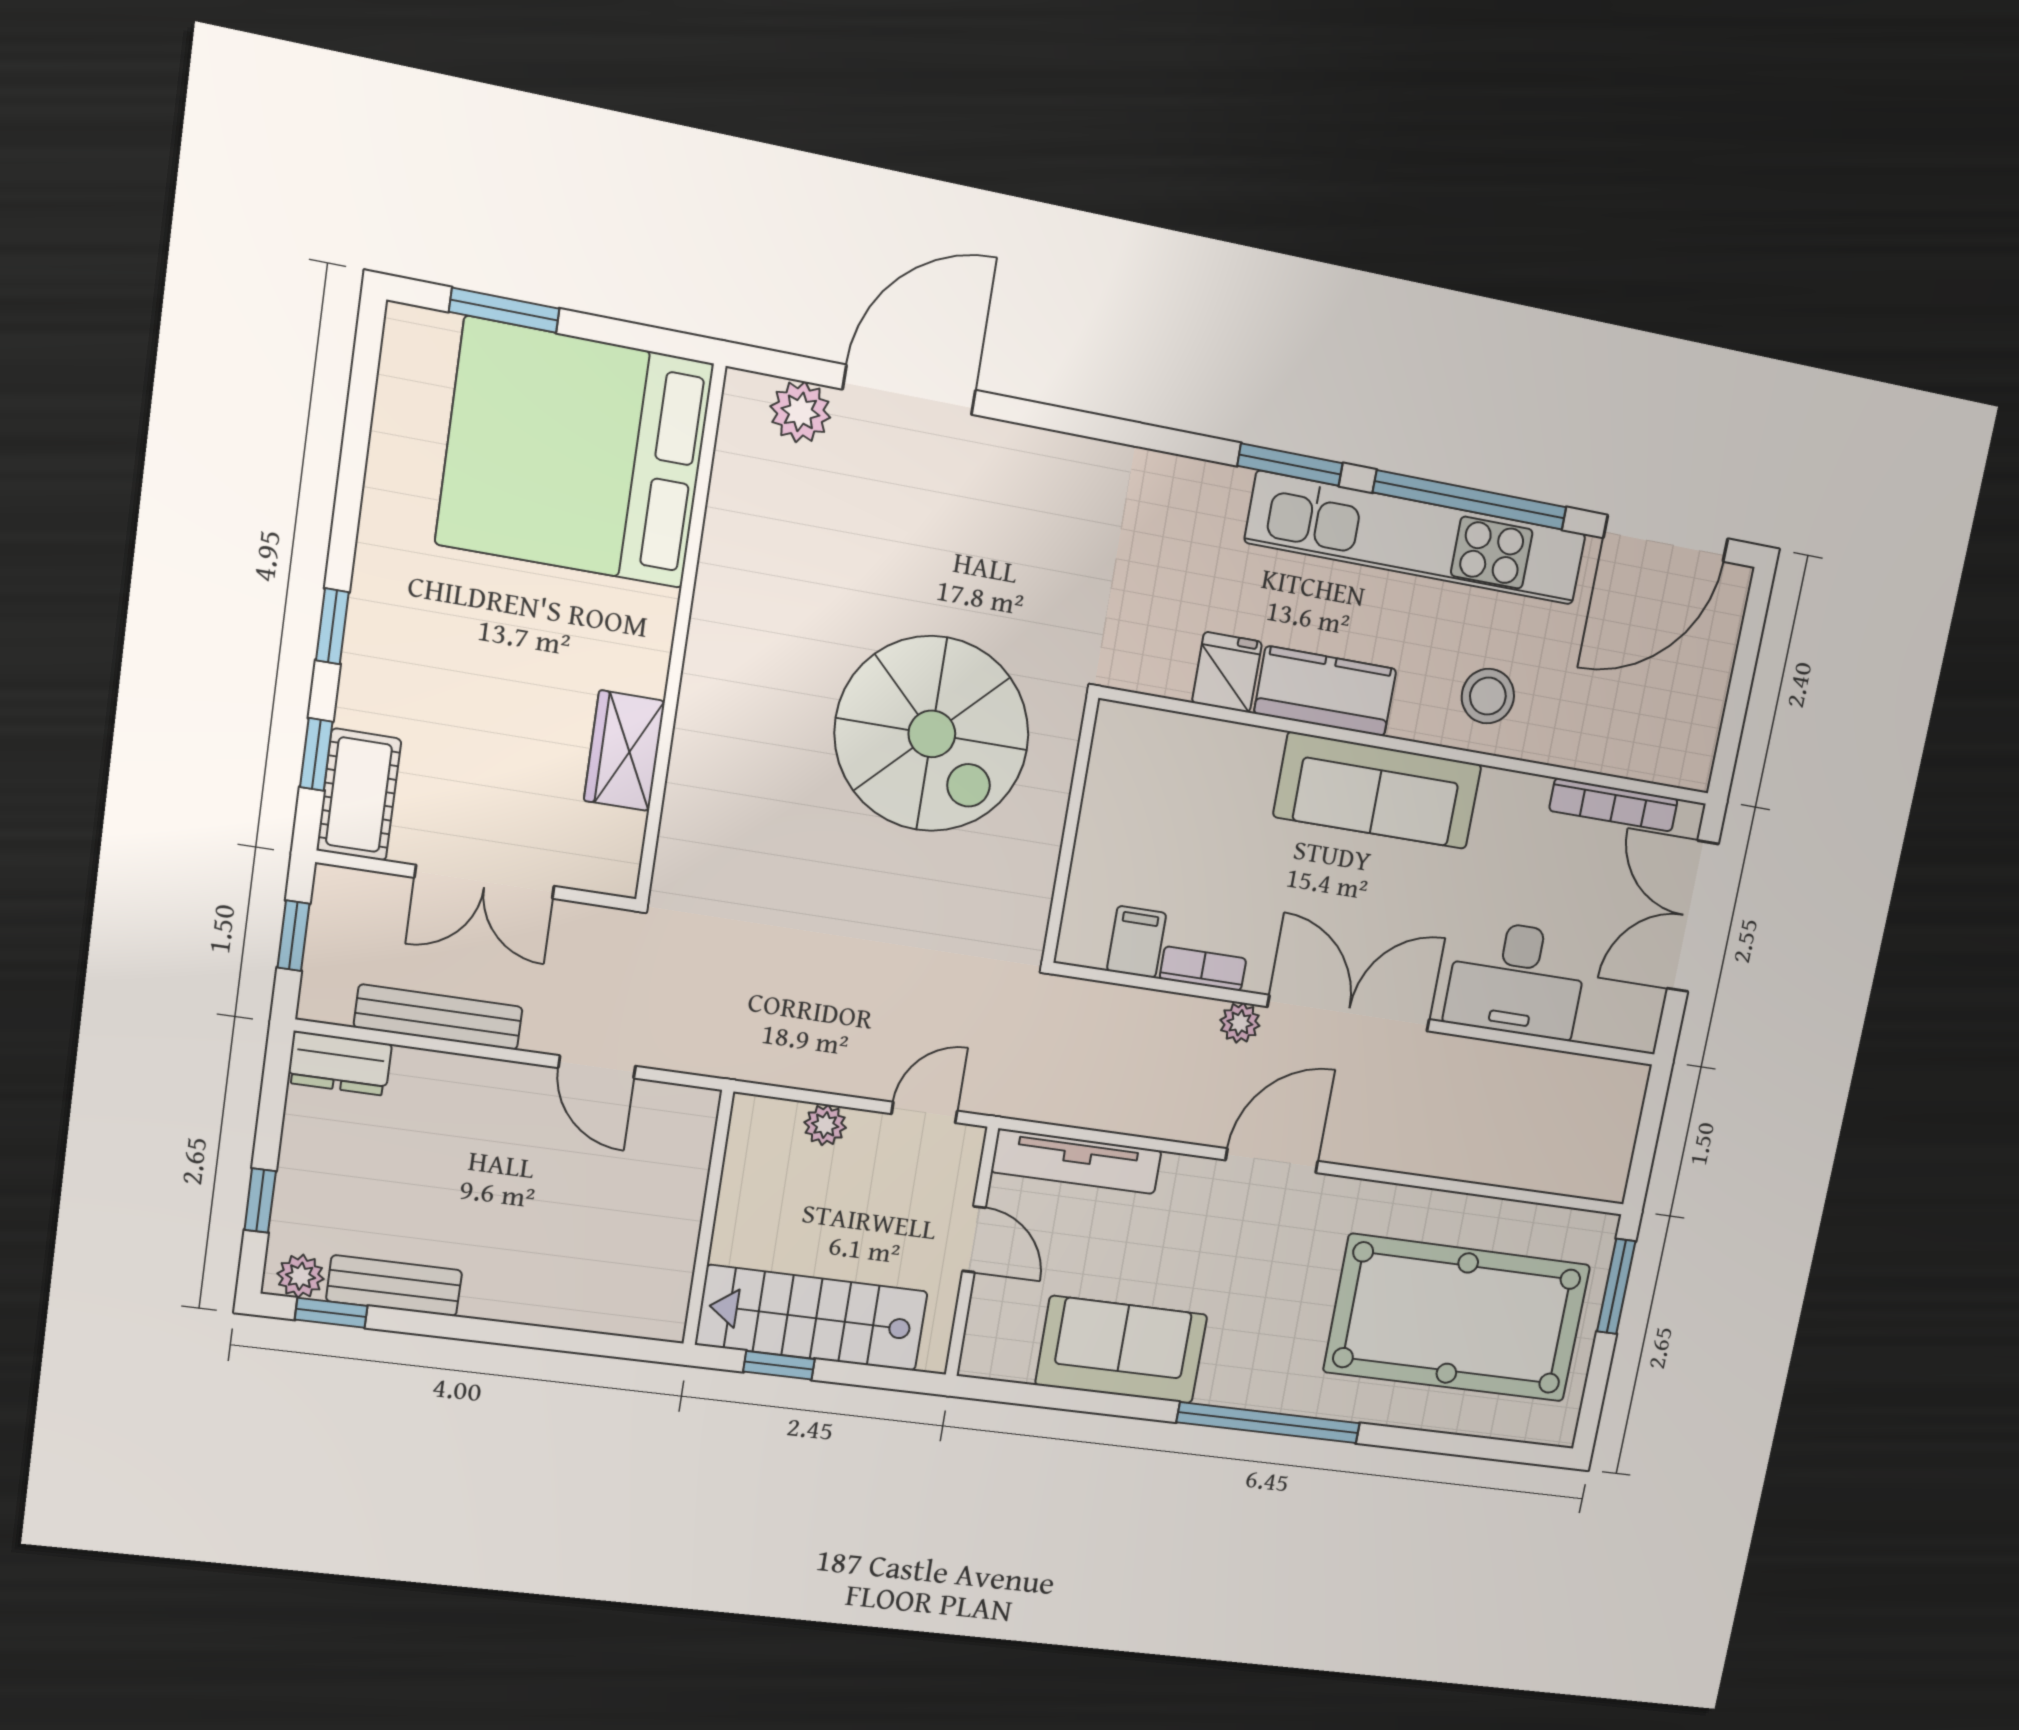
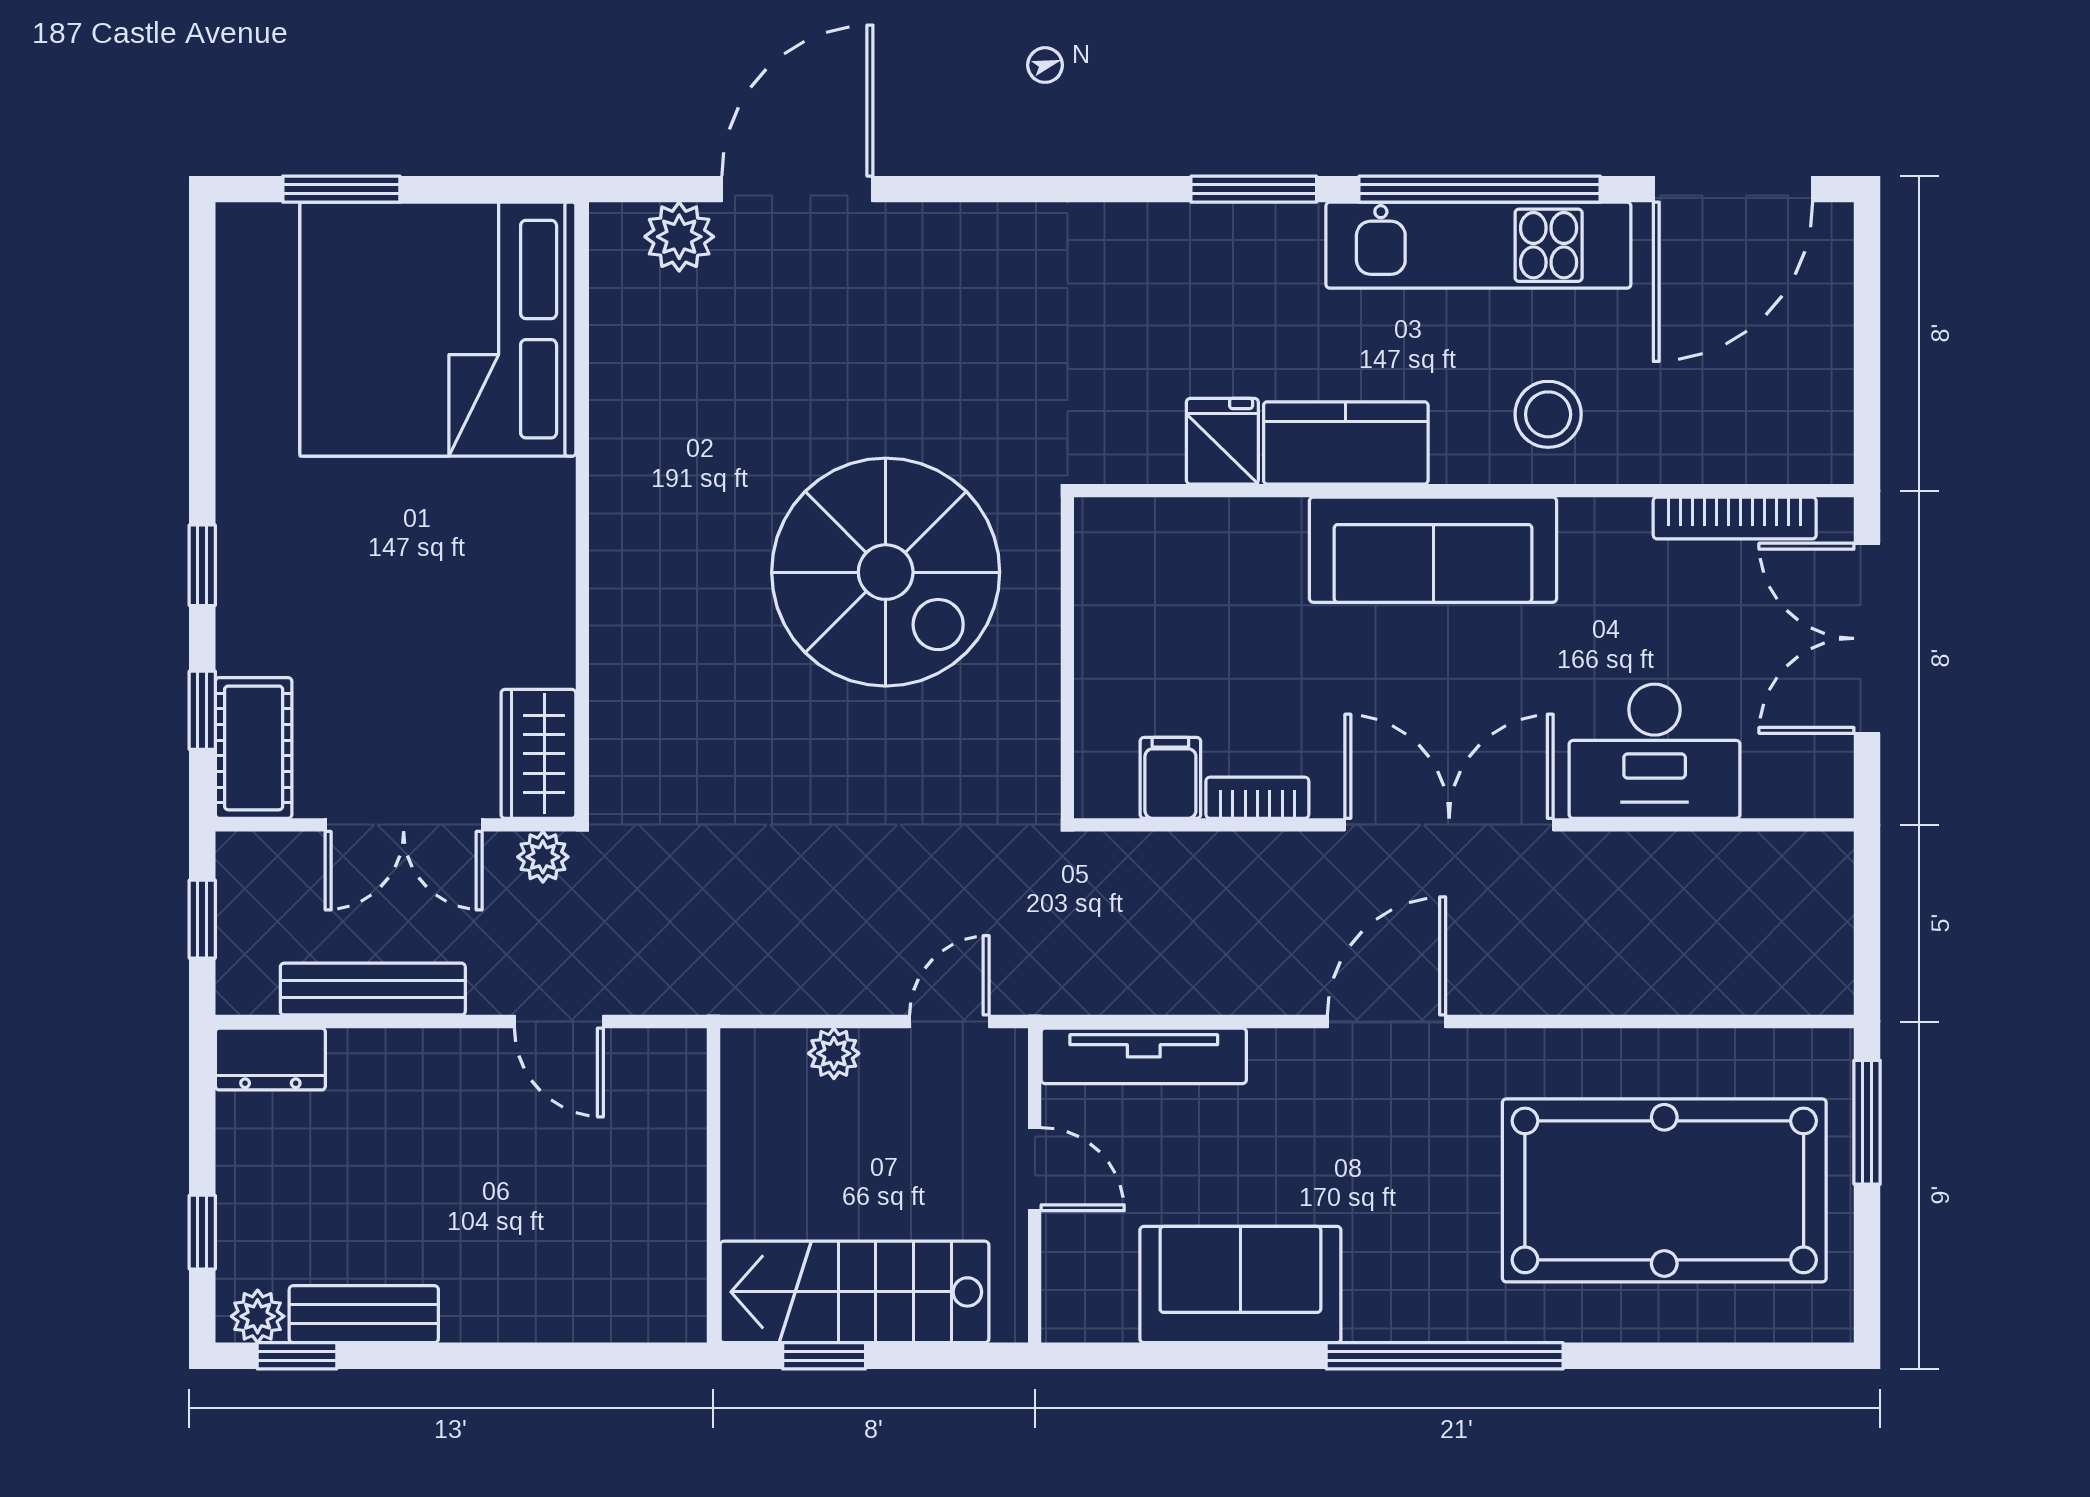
kitchen unit: (1417, 538) -> (1478, 245), width x0.73
wardrobe: (624, 751) -> (538, 754), moved
plant: (1240, 1023) -> (543, 857), moved

